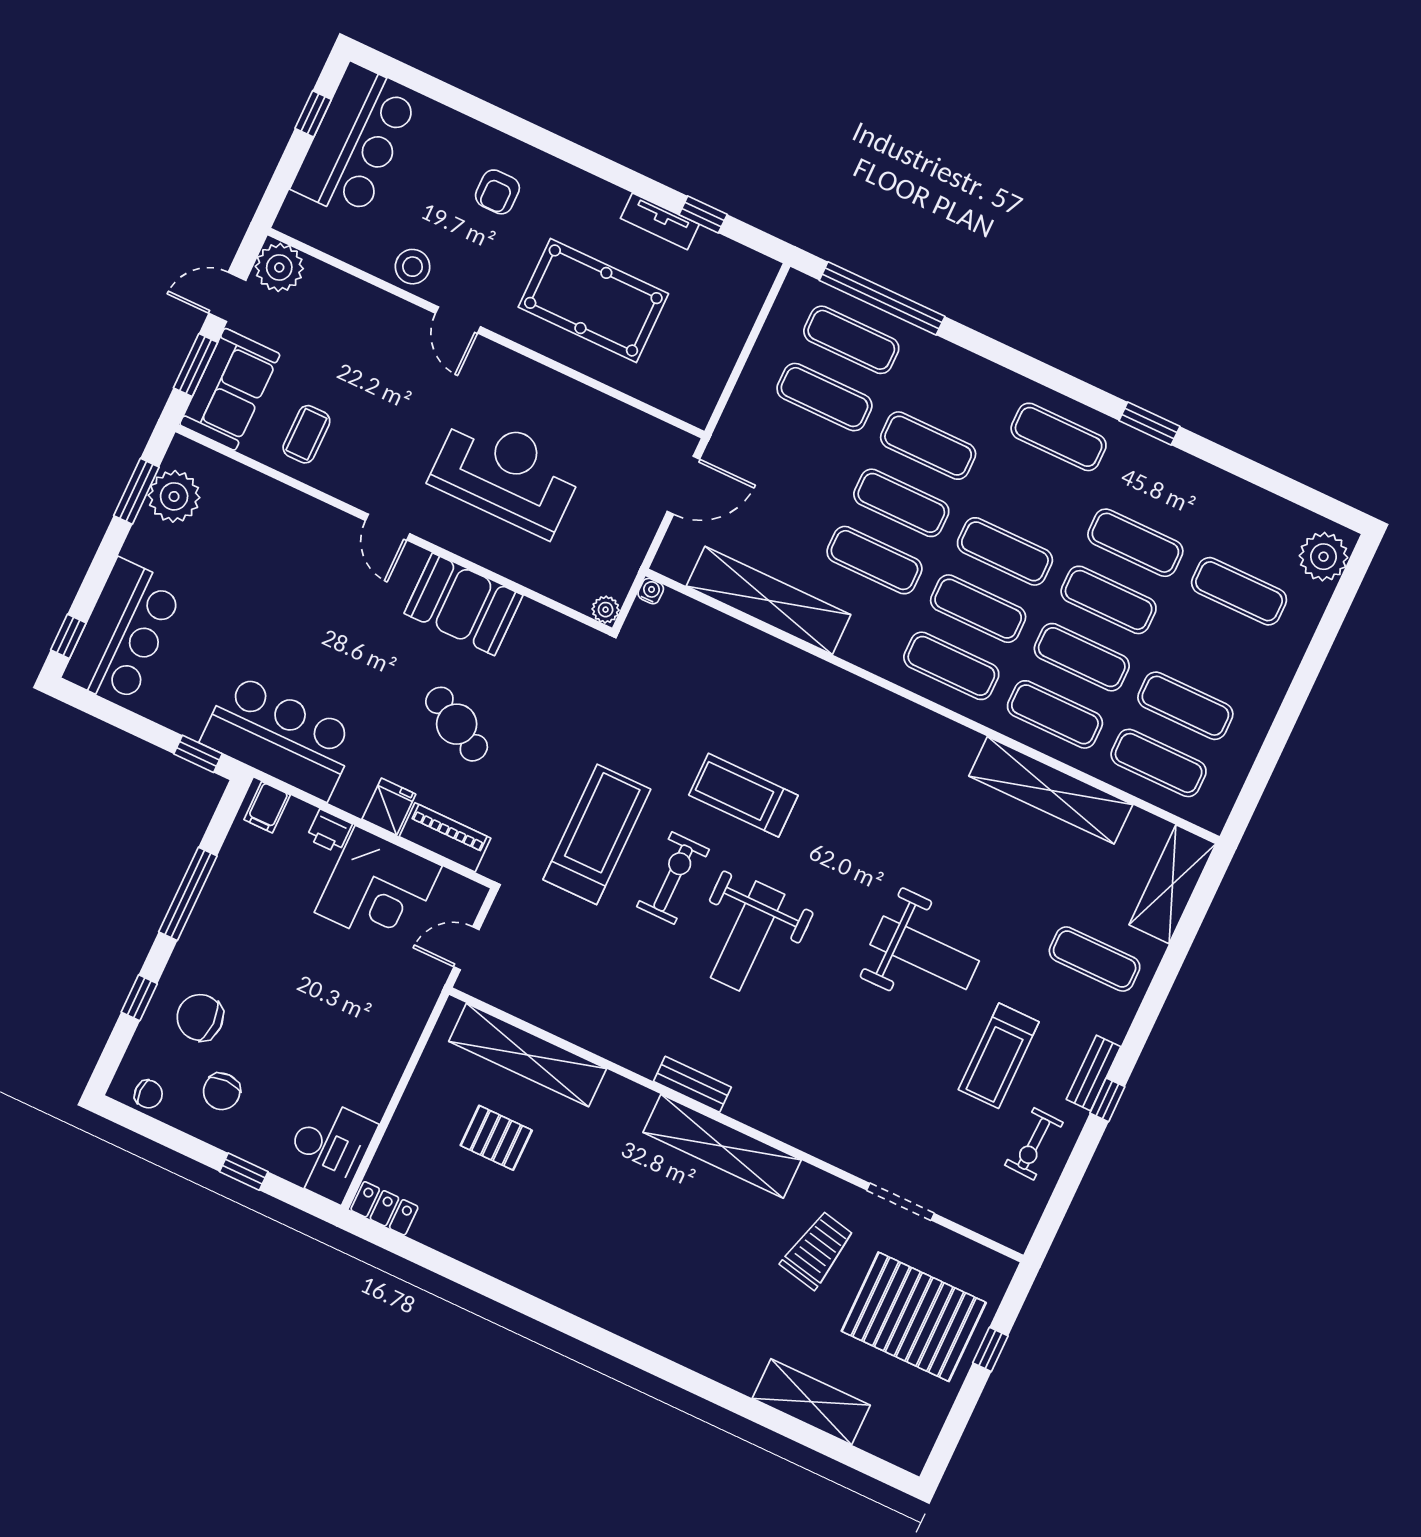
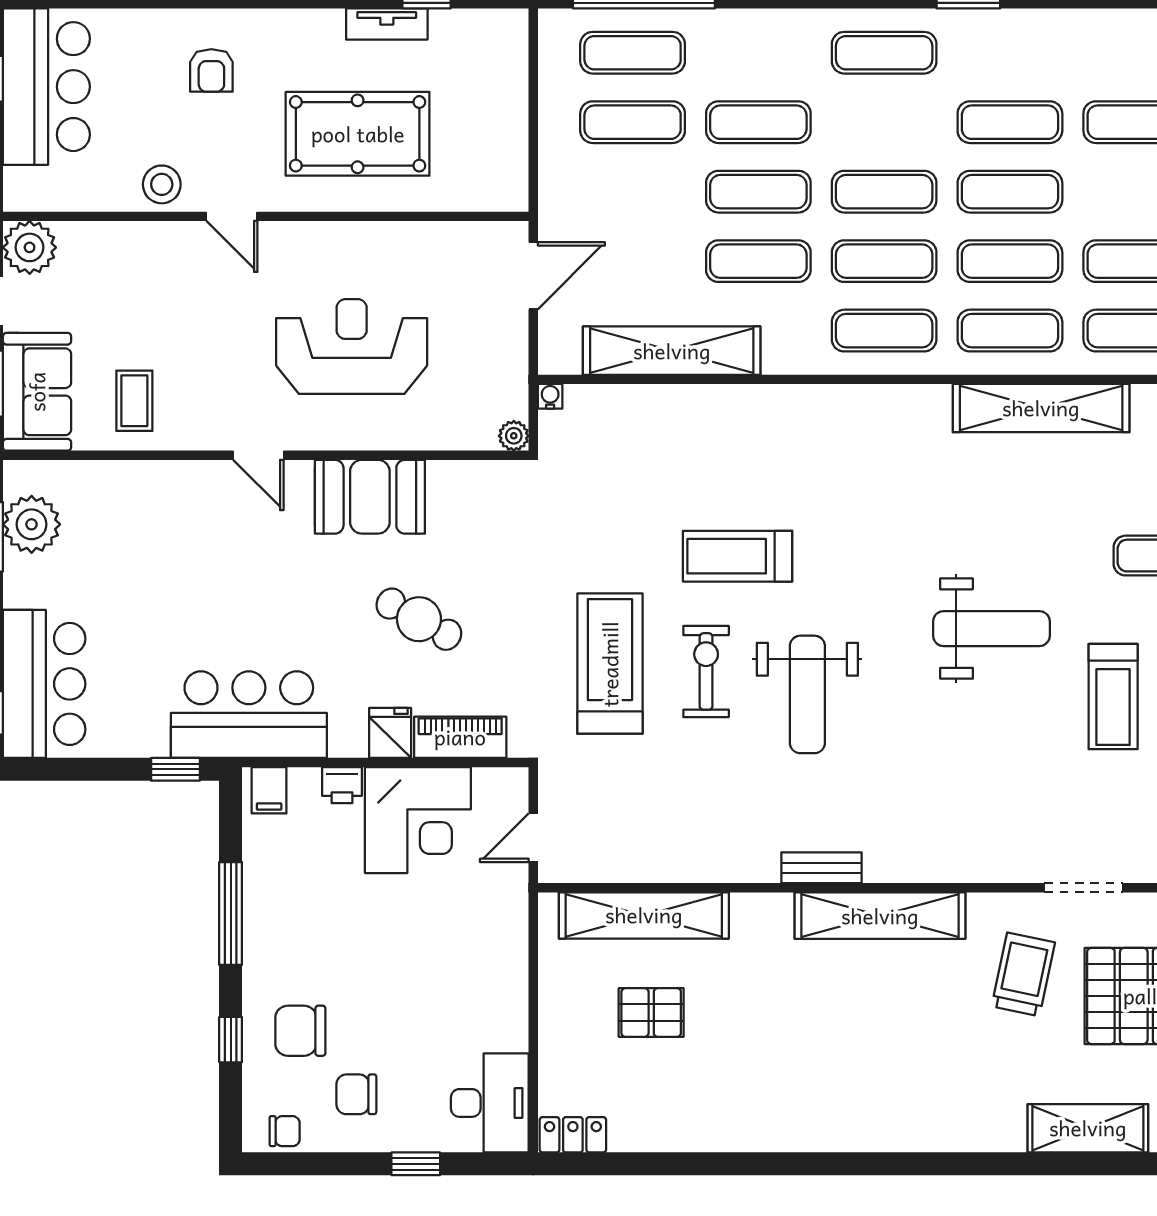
chair: (222, 1091) -> (356, 1094), turned 90

